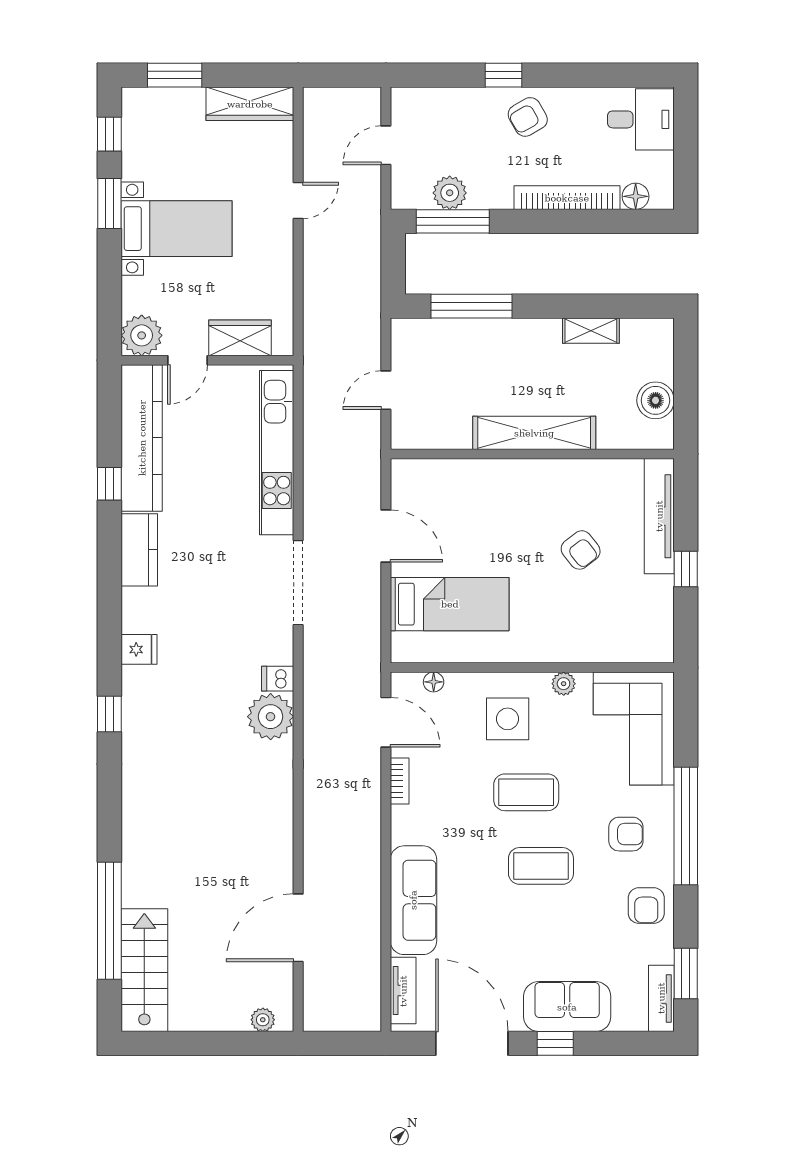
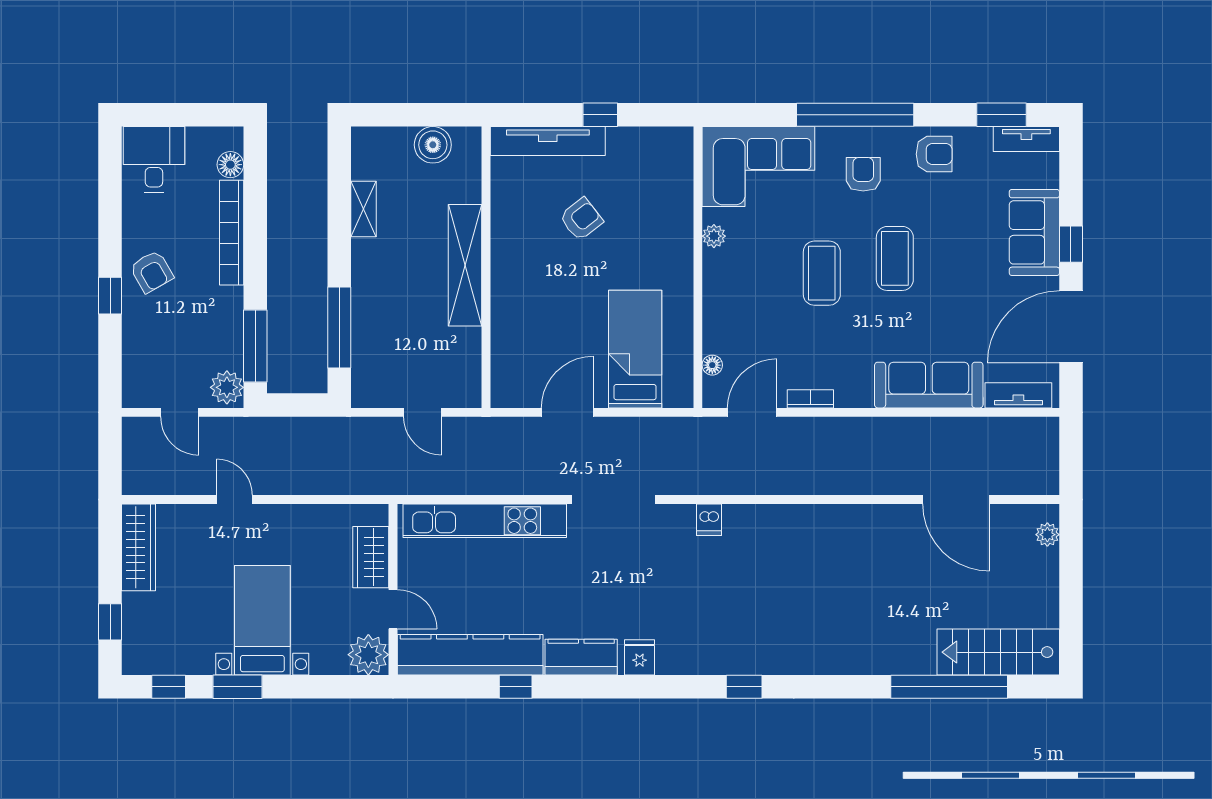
window: (175, 75) -> (110, 622), width x0.67
plant: (450, 193) -> (227, 387), moved
fridge: (139, 649) -> (640, 657), moved
plant: (271, 717) -> (747, 527), removed
side table: (508, 719) -> (749, 292), removed

